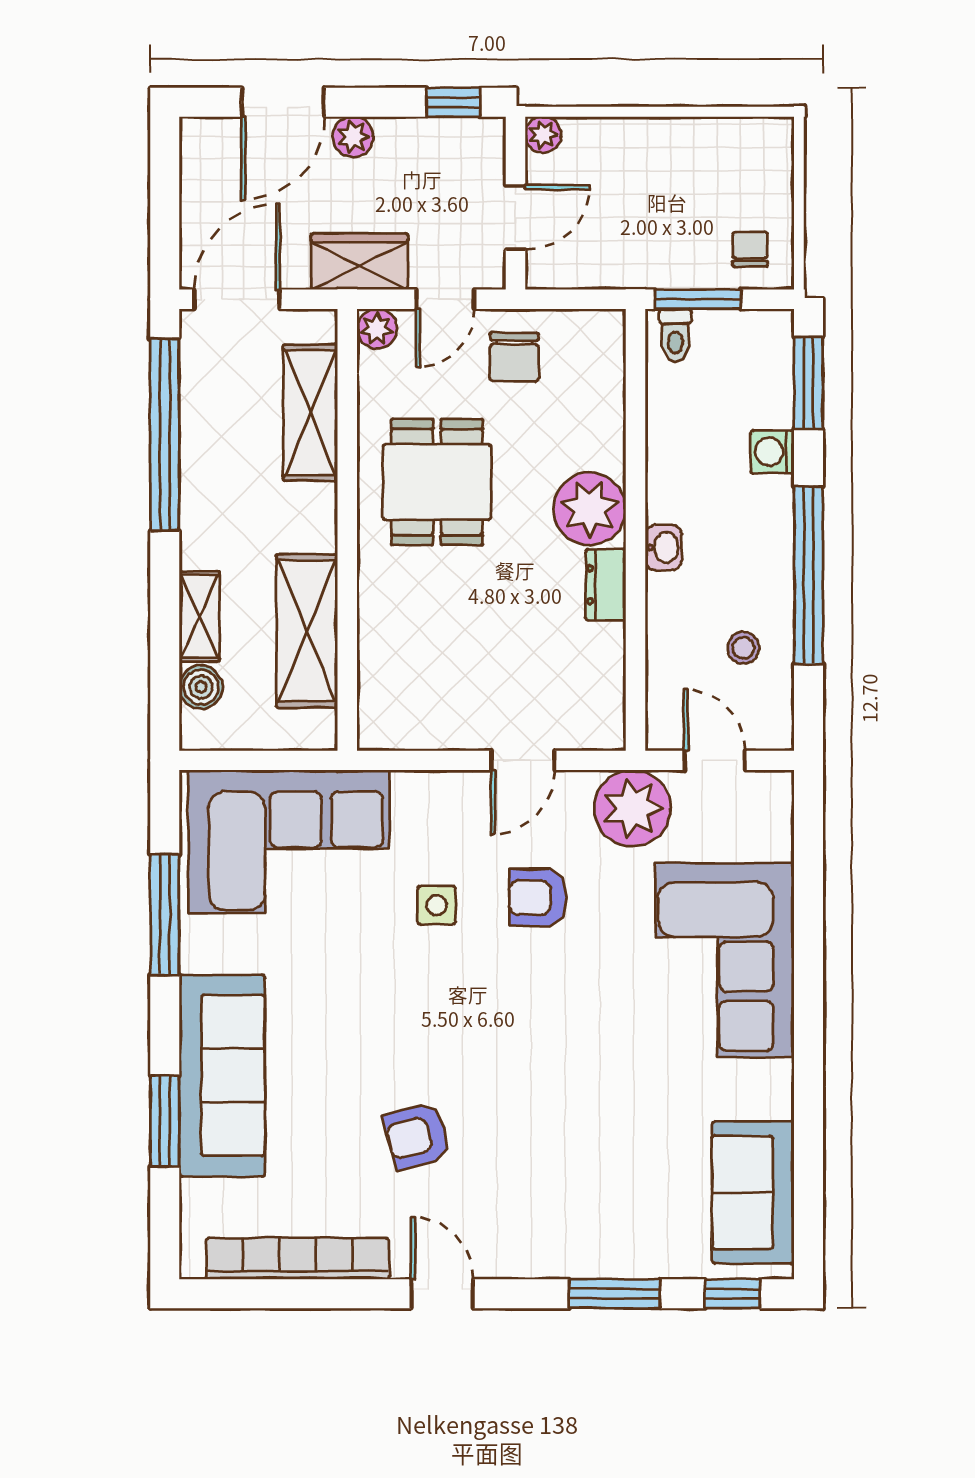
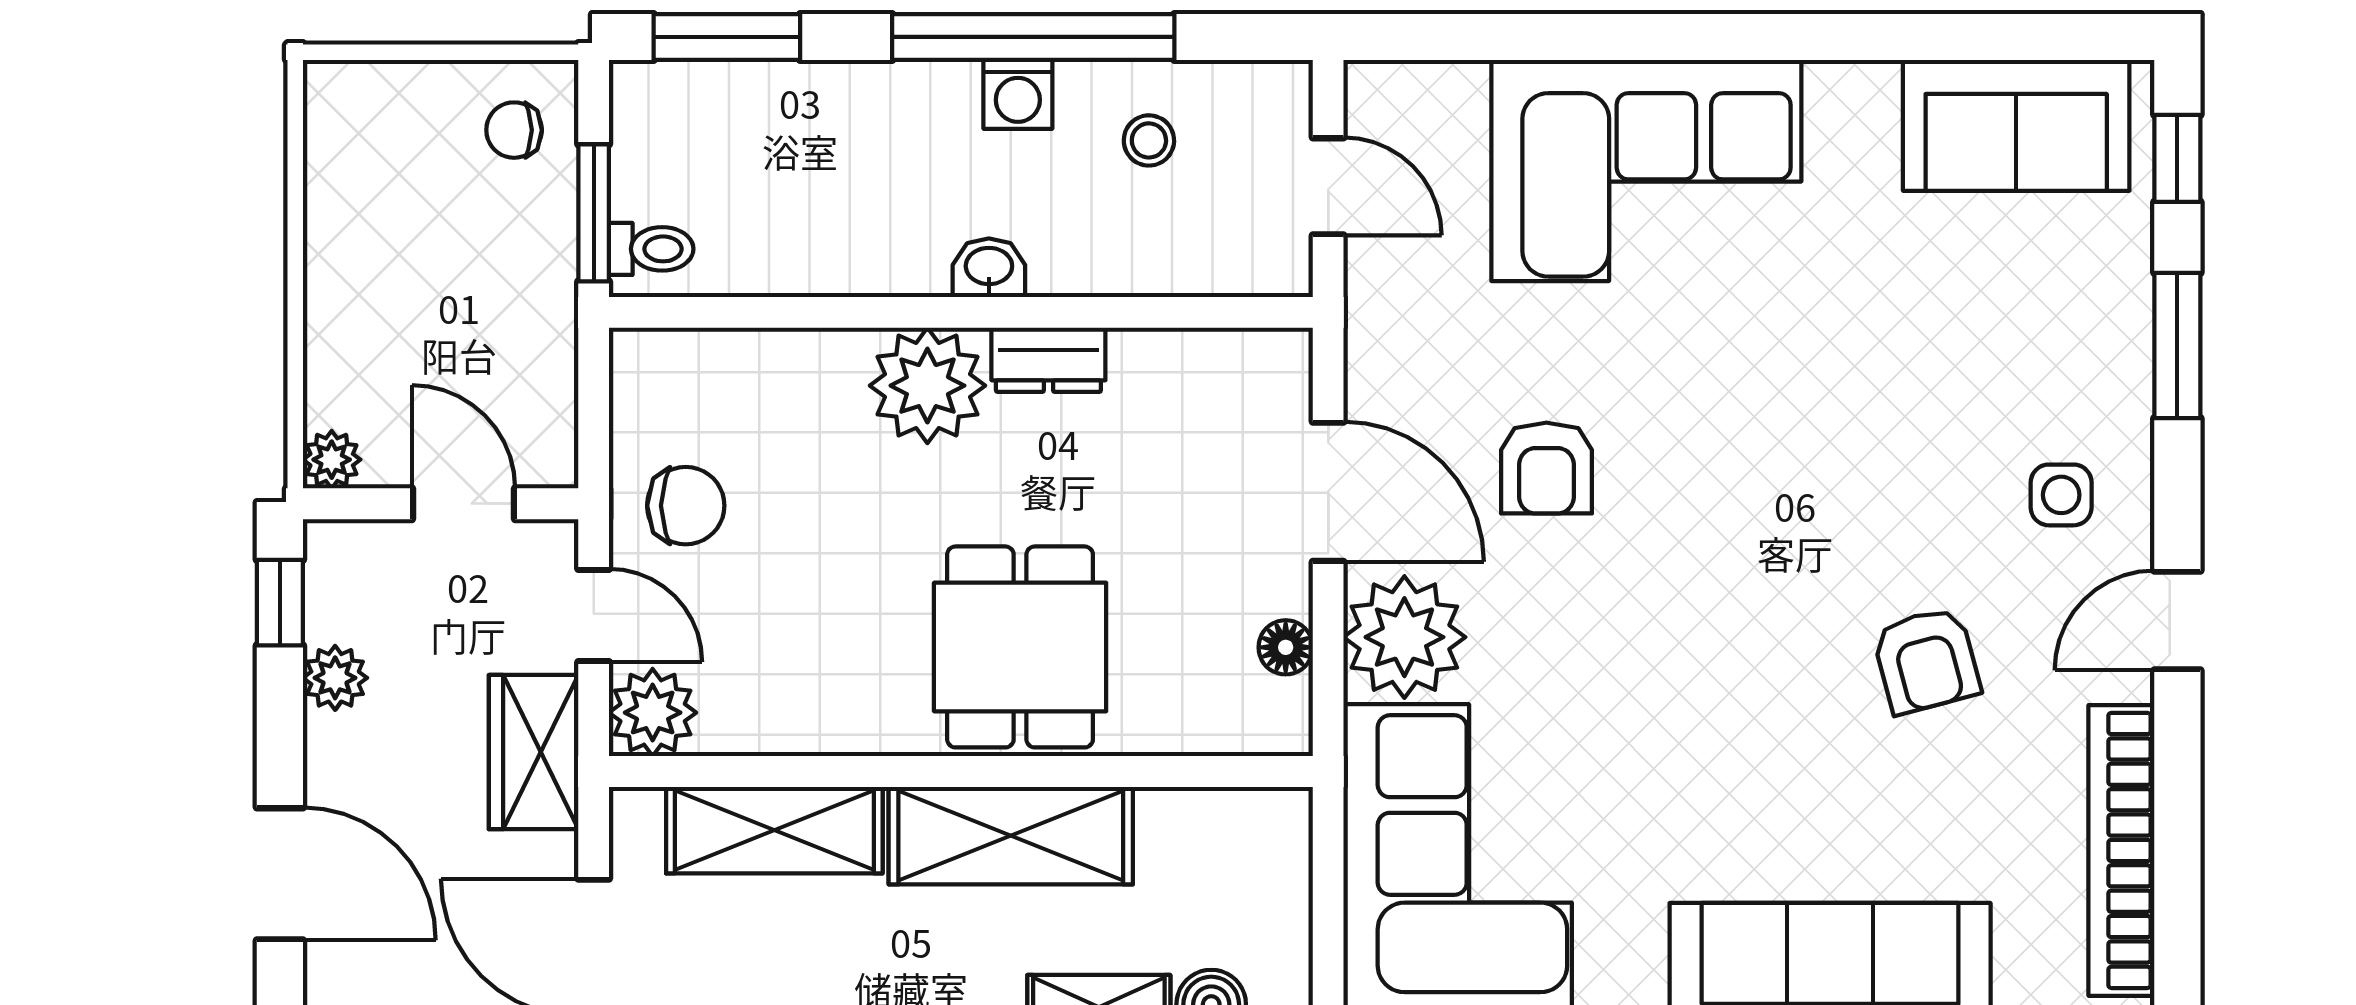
plant: (353, 137) -> (335, 678), moved
plant: (377, 329) -> (653, 713), width x1.38, depth x1.38
washing machine: (772, 452) -> (1018, 94), moved
dining table: (437, 482) -> (1020, 647), moved, turned 90
shelving: (307, 631) -> (1011, 836), moved
floor lamp: (425, 734) -> (1286, 647), added
door: (523, 760) -> (1328, 492), width x1.38
door: (715, 760) -> (1328, 186), swing flipped
plant: (633, 808) -> (1404, 637), moved
side table: (437, 905) -> (2061, 495), moved

